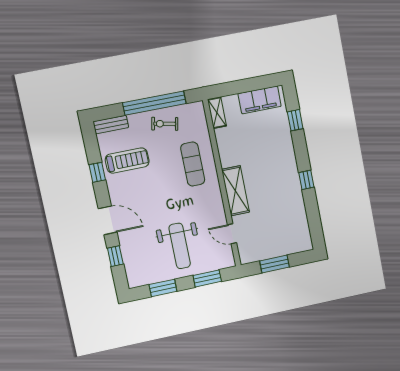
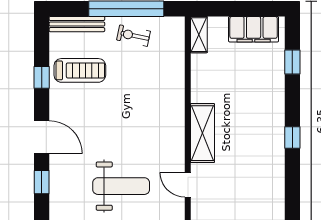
bench: (111, 125) -> (77, 24), width x1.36
exercise mat: (193, 164) -> (157, 90), removed
weight bench: (180, 246) -> (121, 186), turned -90

